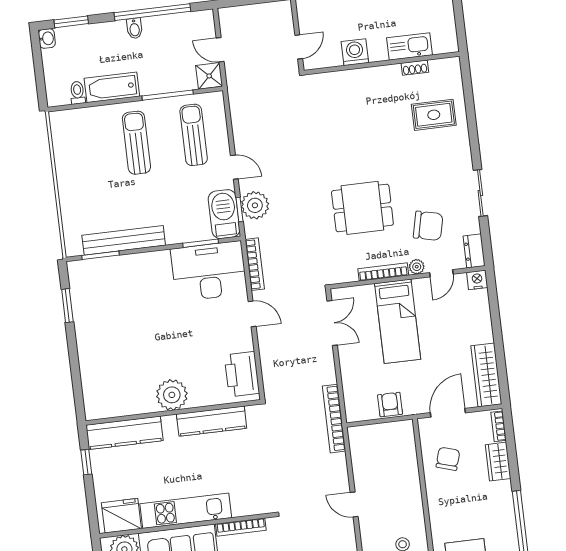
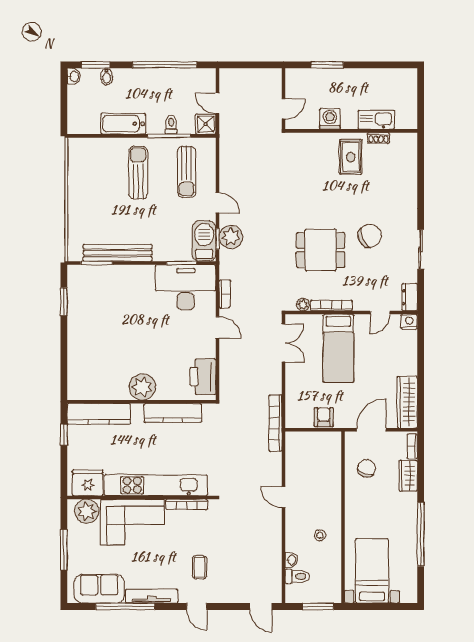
bidet: (134, 28) -> (107, 77), moved
toilet: (77, 93) -> (171, 125), moved
rug: (434, 115) -> (351, 157), moved, turned 90
sun lounger: (194, 135) -> (187, 172), turned 180
chair: (428, 226) -> (370, 236), moved, turned -38
bookcase: (255, 264) -> (225, 294), width x0.64
plant: (417, 267) -> (303, 305), moved
kitchen unit: (186, 511) -> (156, 485), width x1.36

